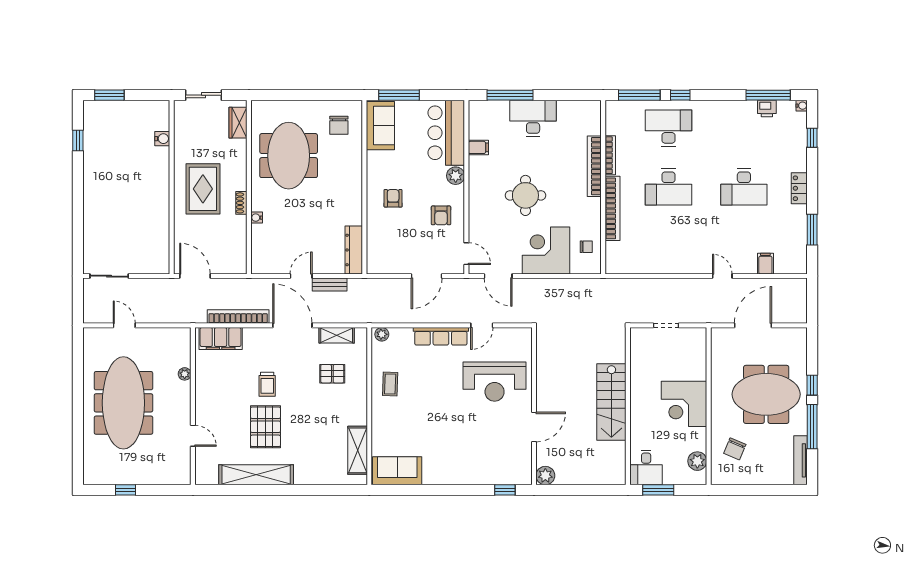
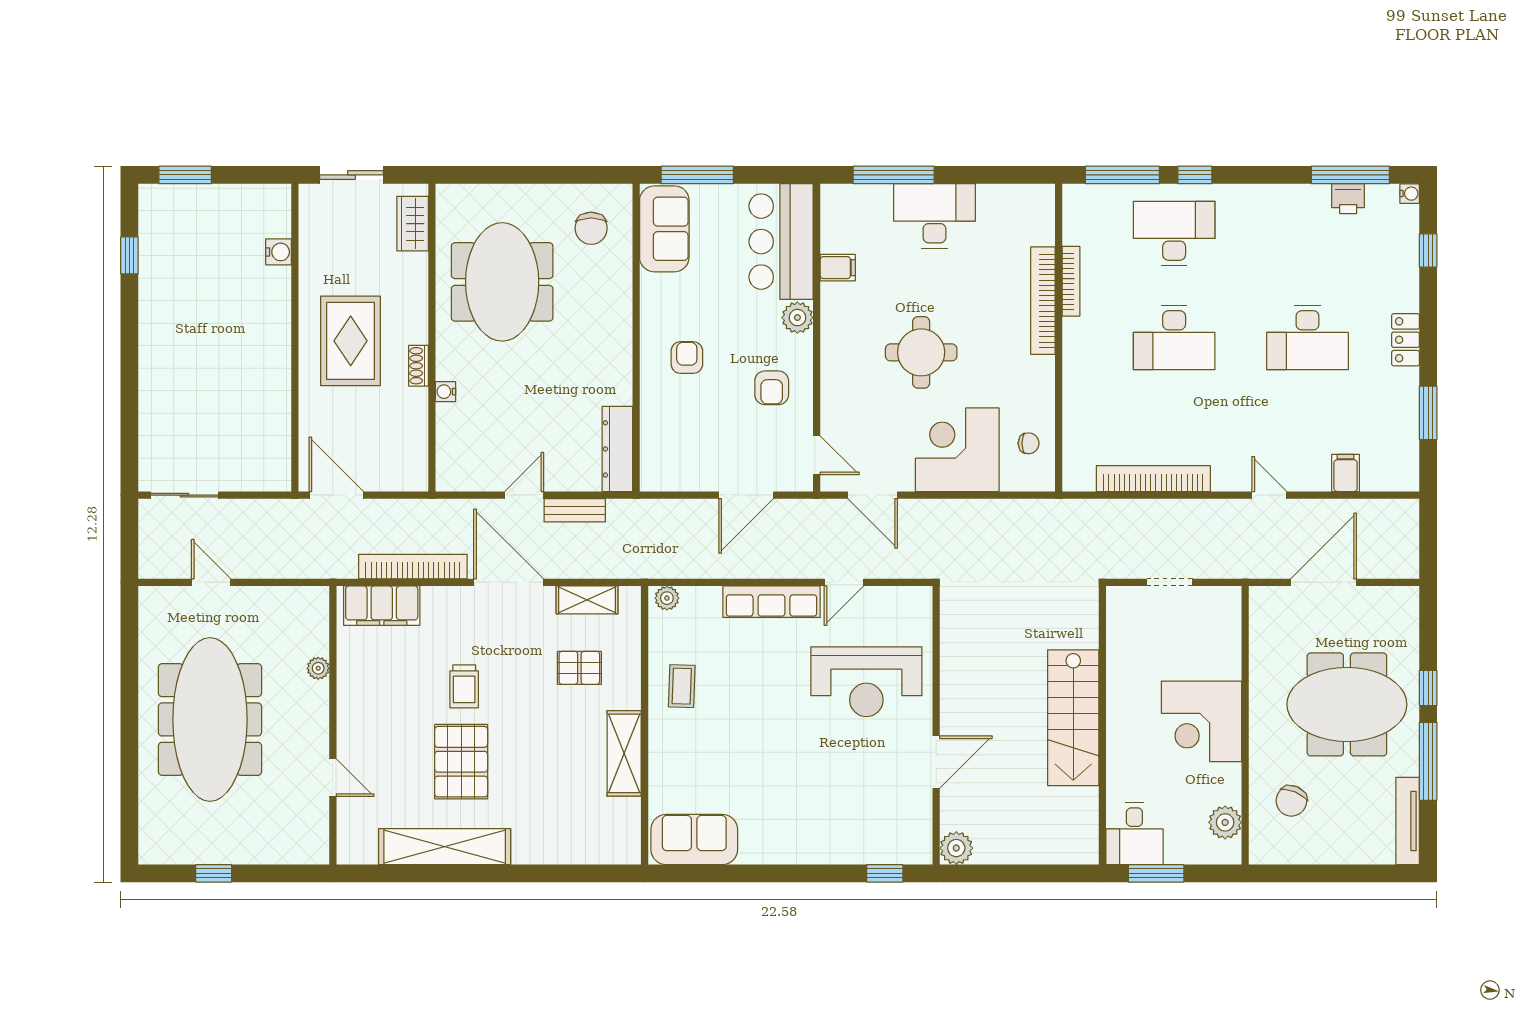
bookcase: (613, 208) -> (1153, 479), moved, turned -90
shelving: (358, 450) -> (624, 753), moved

